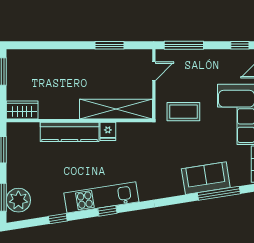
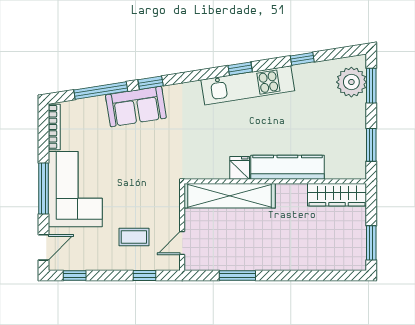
window: (184, 45) -> (144, 275), width x0.46
wardrobe: (22, 110) -> (337, 195), width x1.50
coffee table: (183, 112) -> (134, 237), moved, width x0.73, depth x0.77
sofa: (206, 178) -> (136, 107), moved
window: (179, 200) -> (151, 83), added

